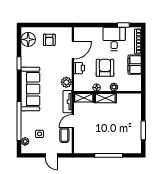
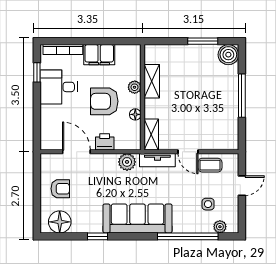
shelving: (105, 98) -> (152, 81), moved
boiler: (135, 147) -> (228, 55), added

